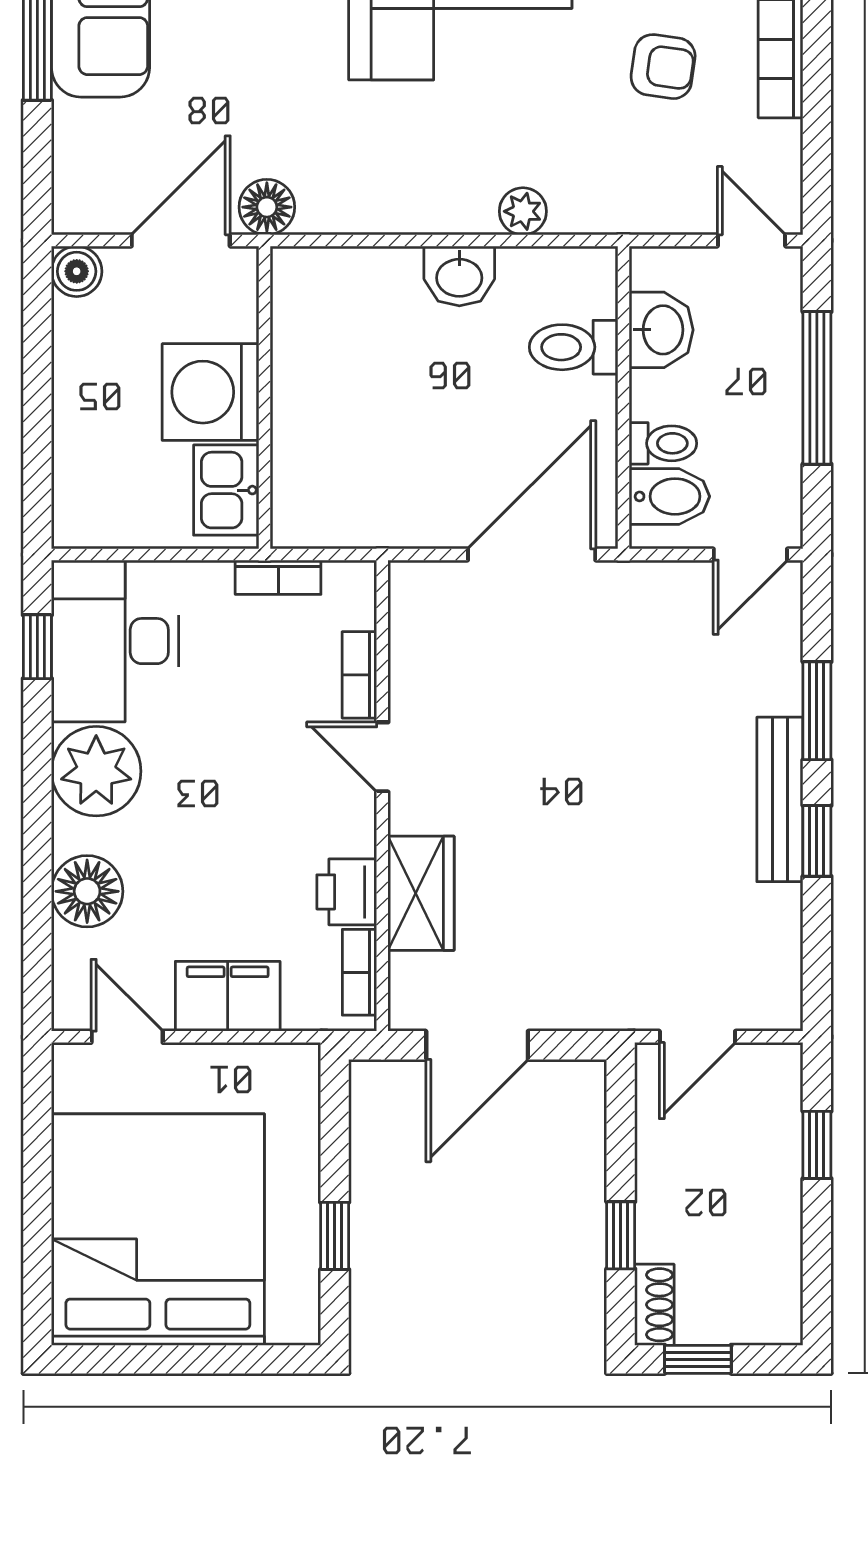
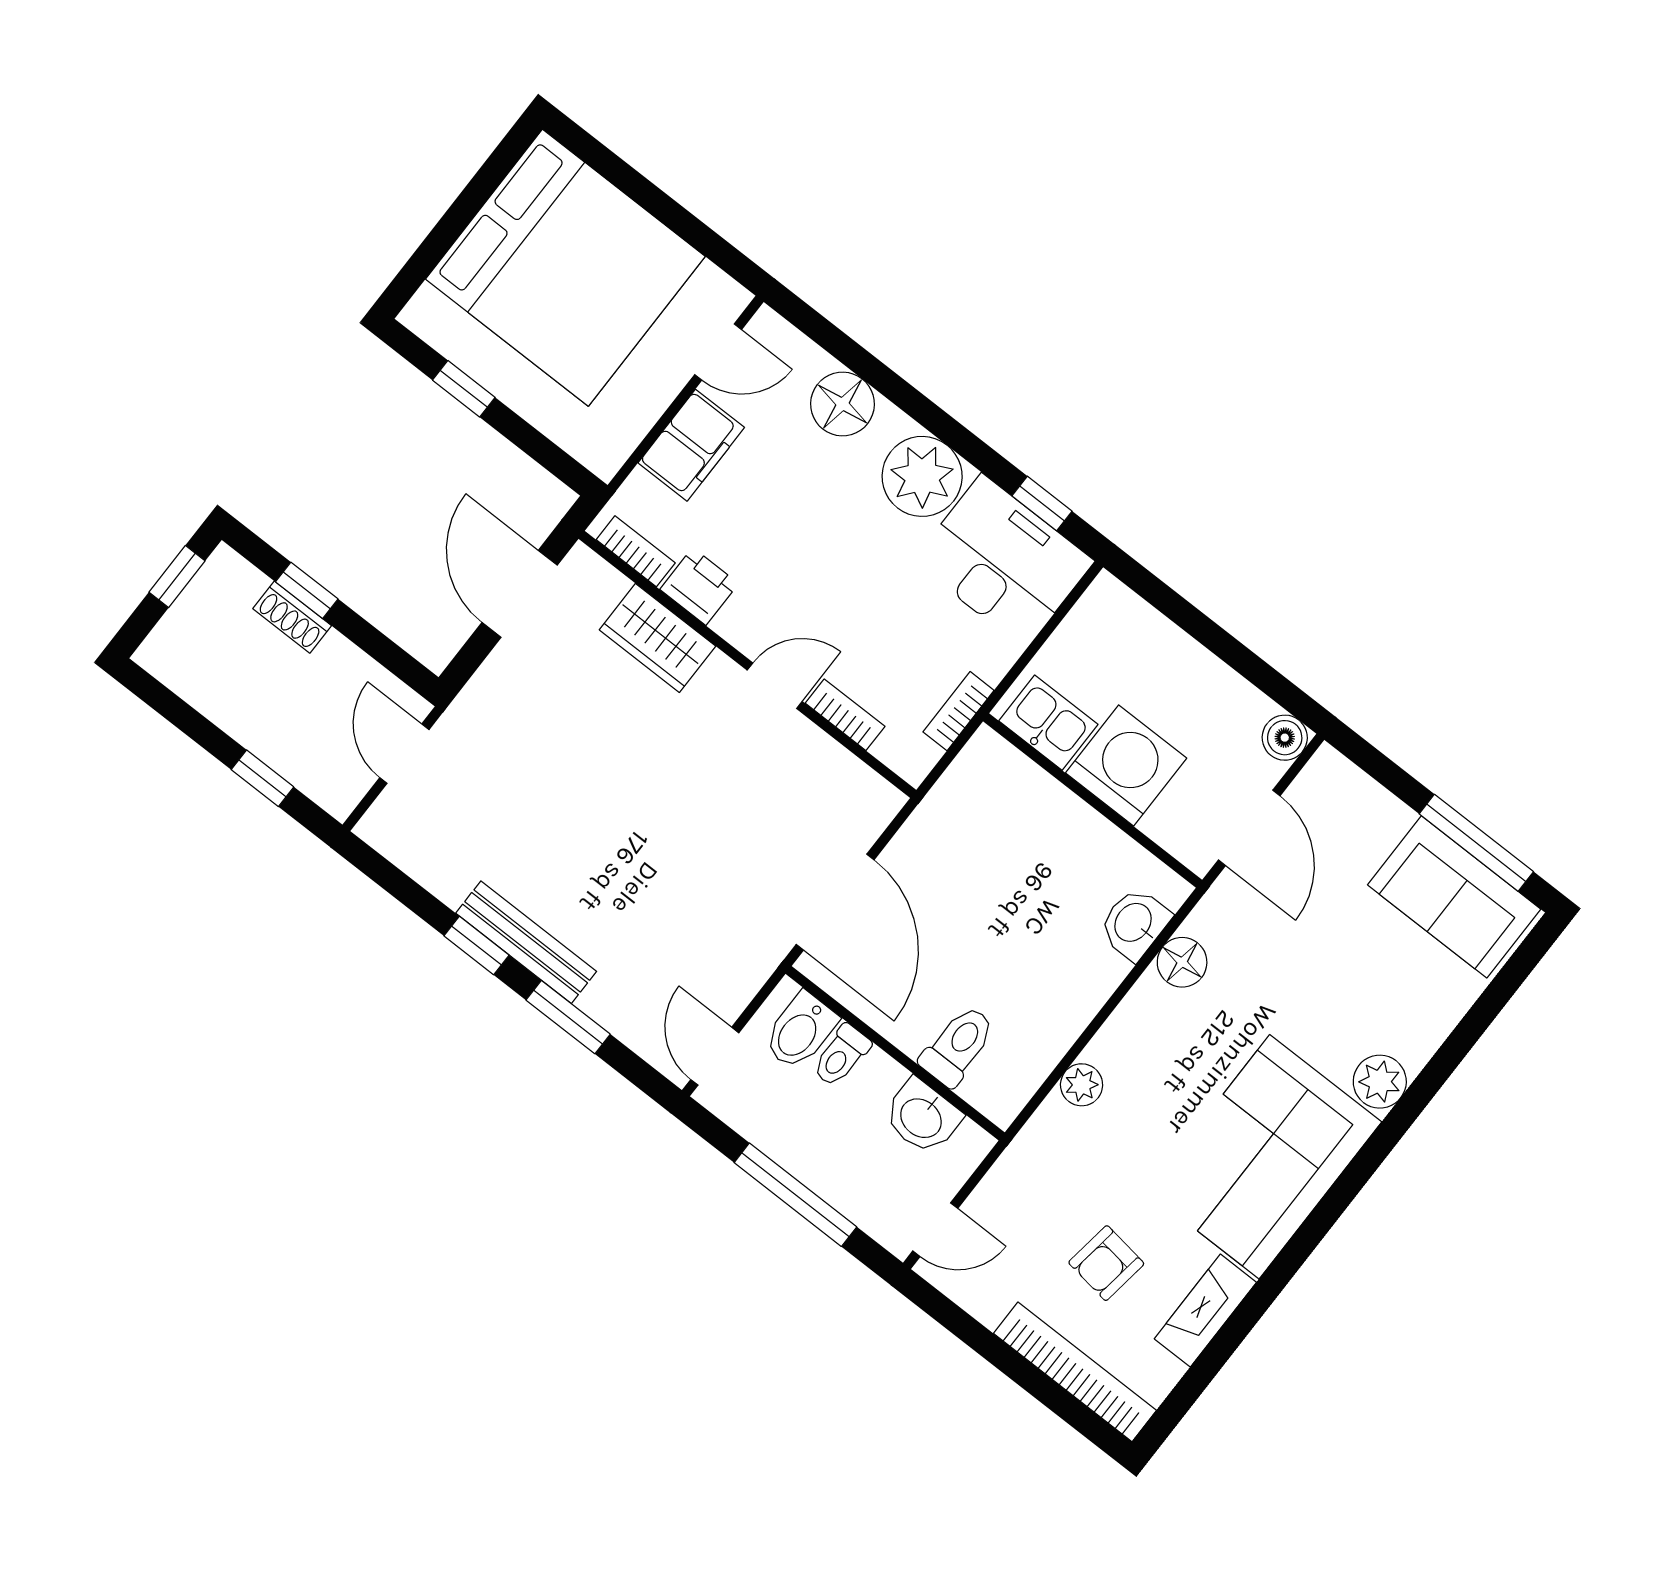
floor lamp: (267, 207) -> (1182, 962), moved
washbasin: (459, 276) -> (1134, 923), moved
shoe rack: (654, 1305) -> (292, 617), moved

